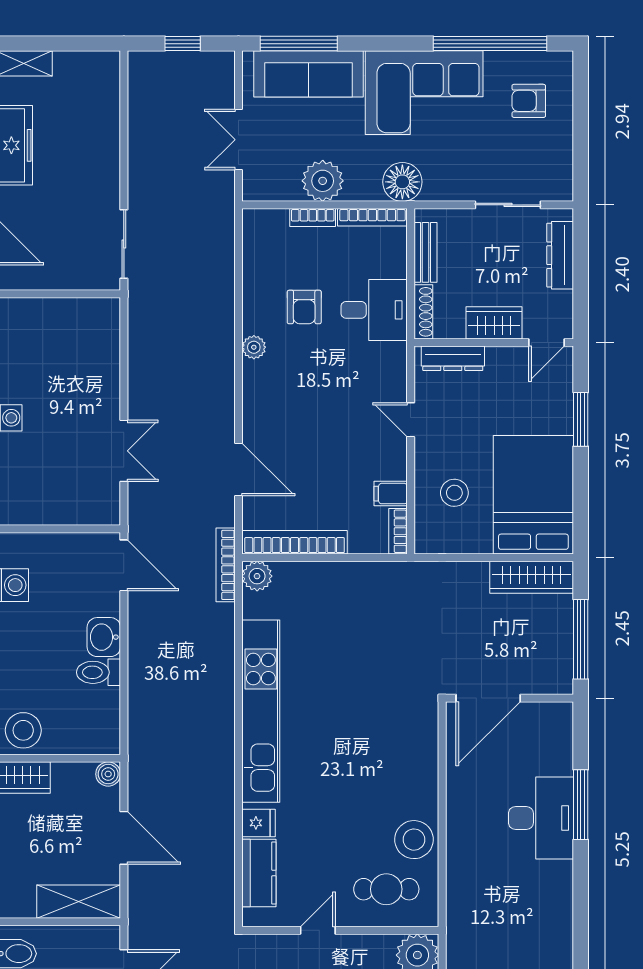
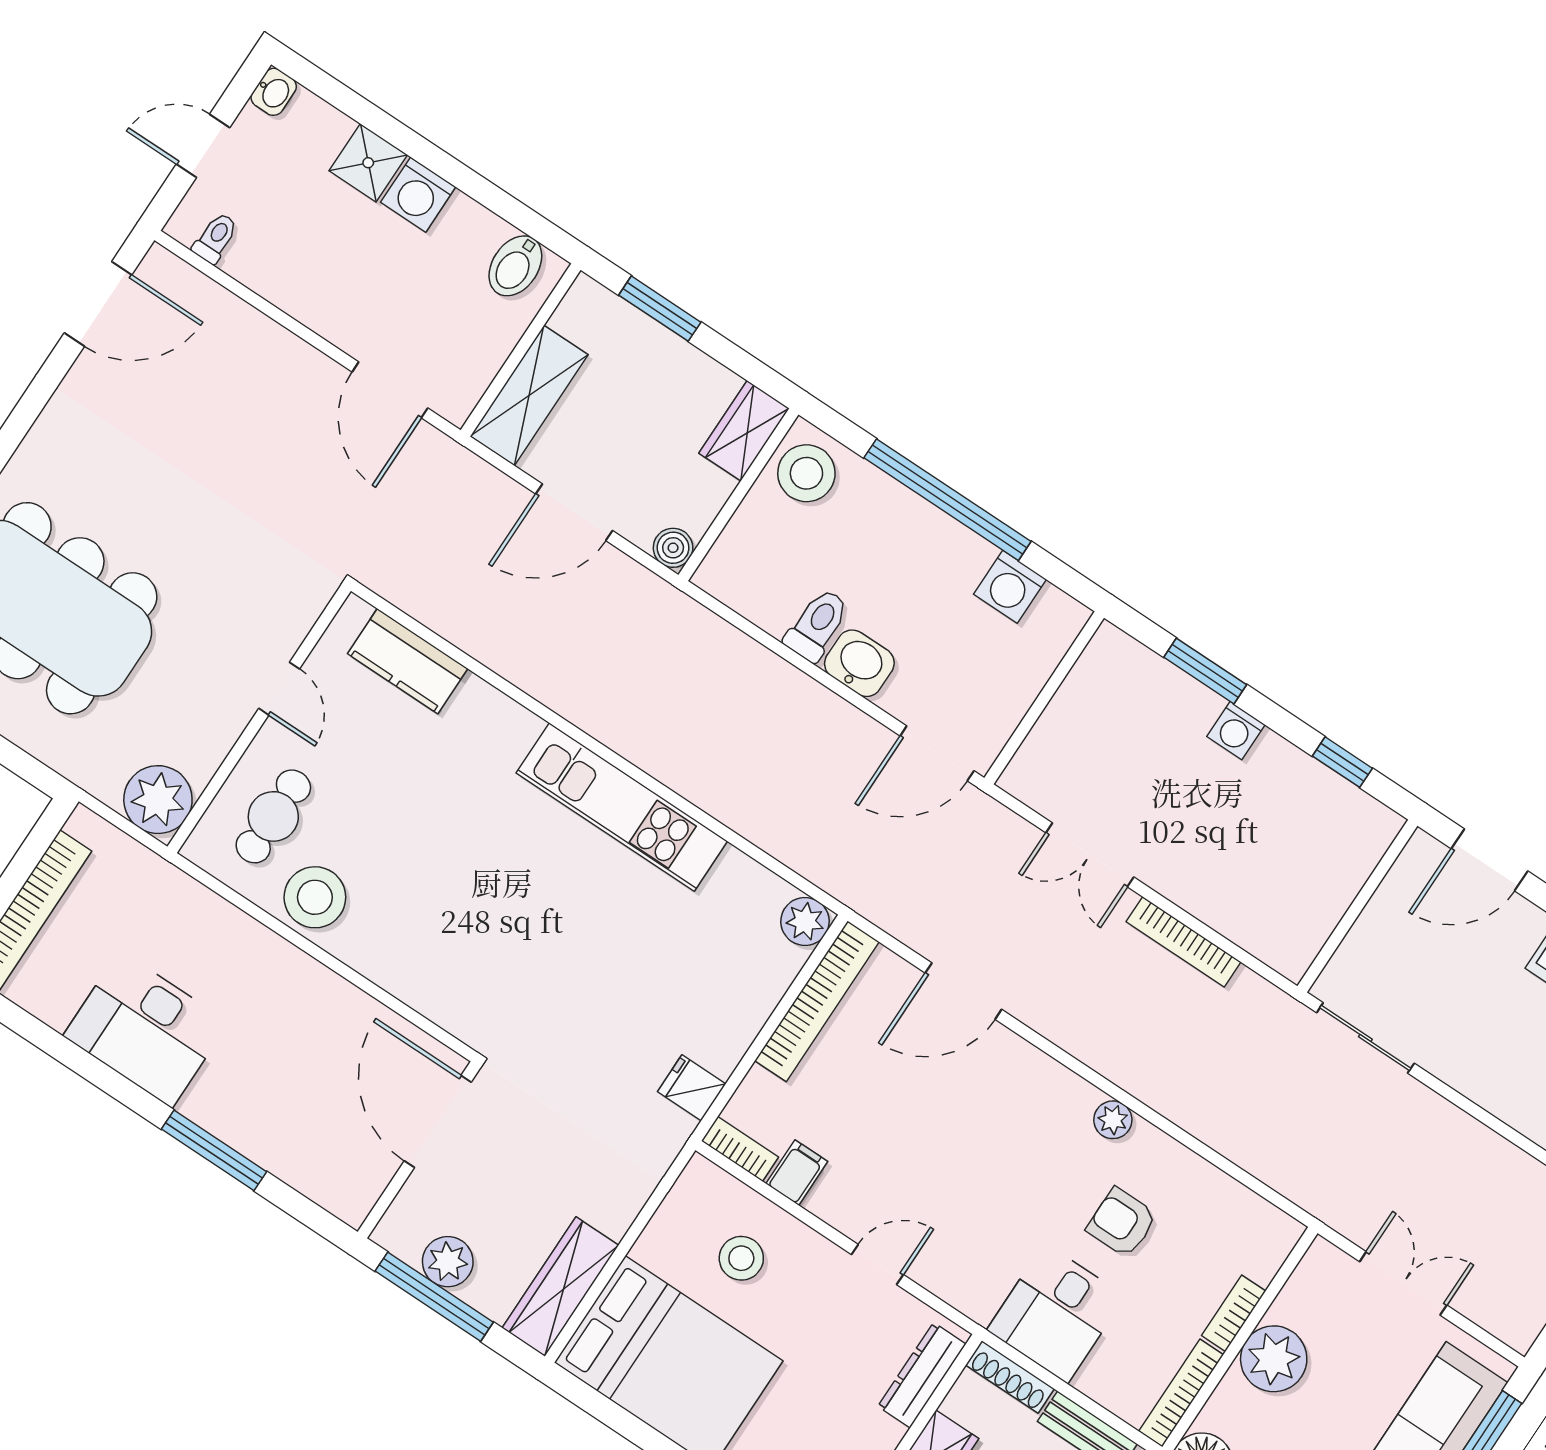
bookcase: (226, 565) -> (1183, 942), moved, turned 180
plant: (558, 644) -> (448, 1262), added
kitchen unit: (261, 711) -> (622, 807), width x0.73
desk: (541, 818) -> (146, 1029), moved
fridge: (259, 823) -> (692, 1088), moved, turned 90

